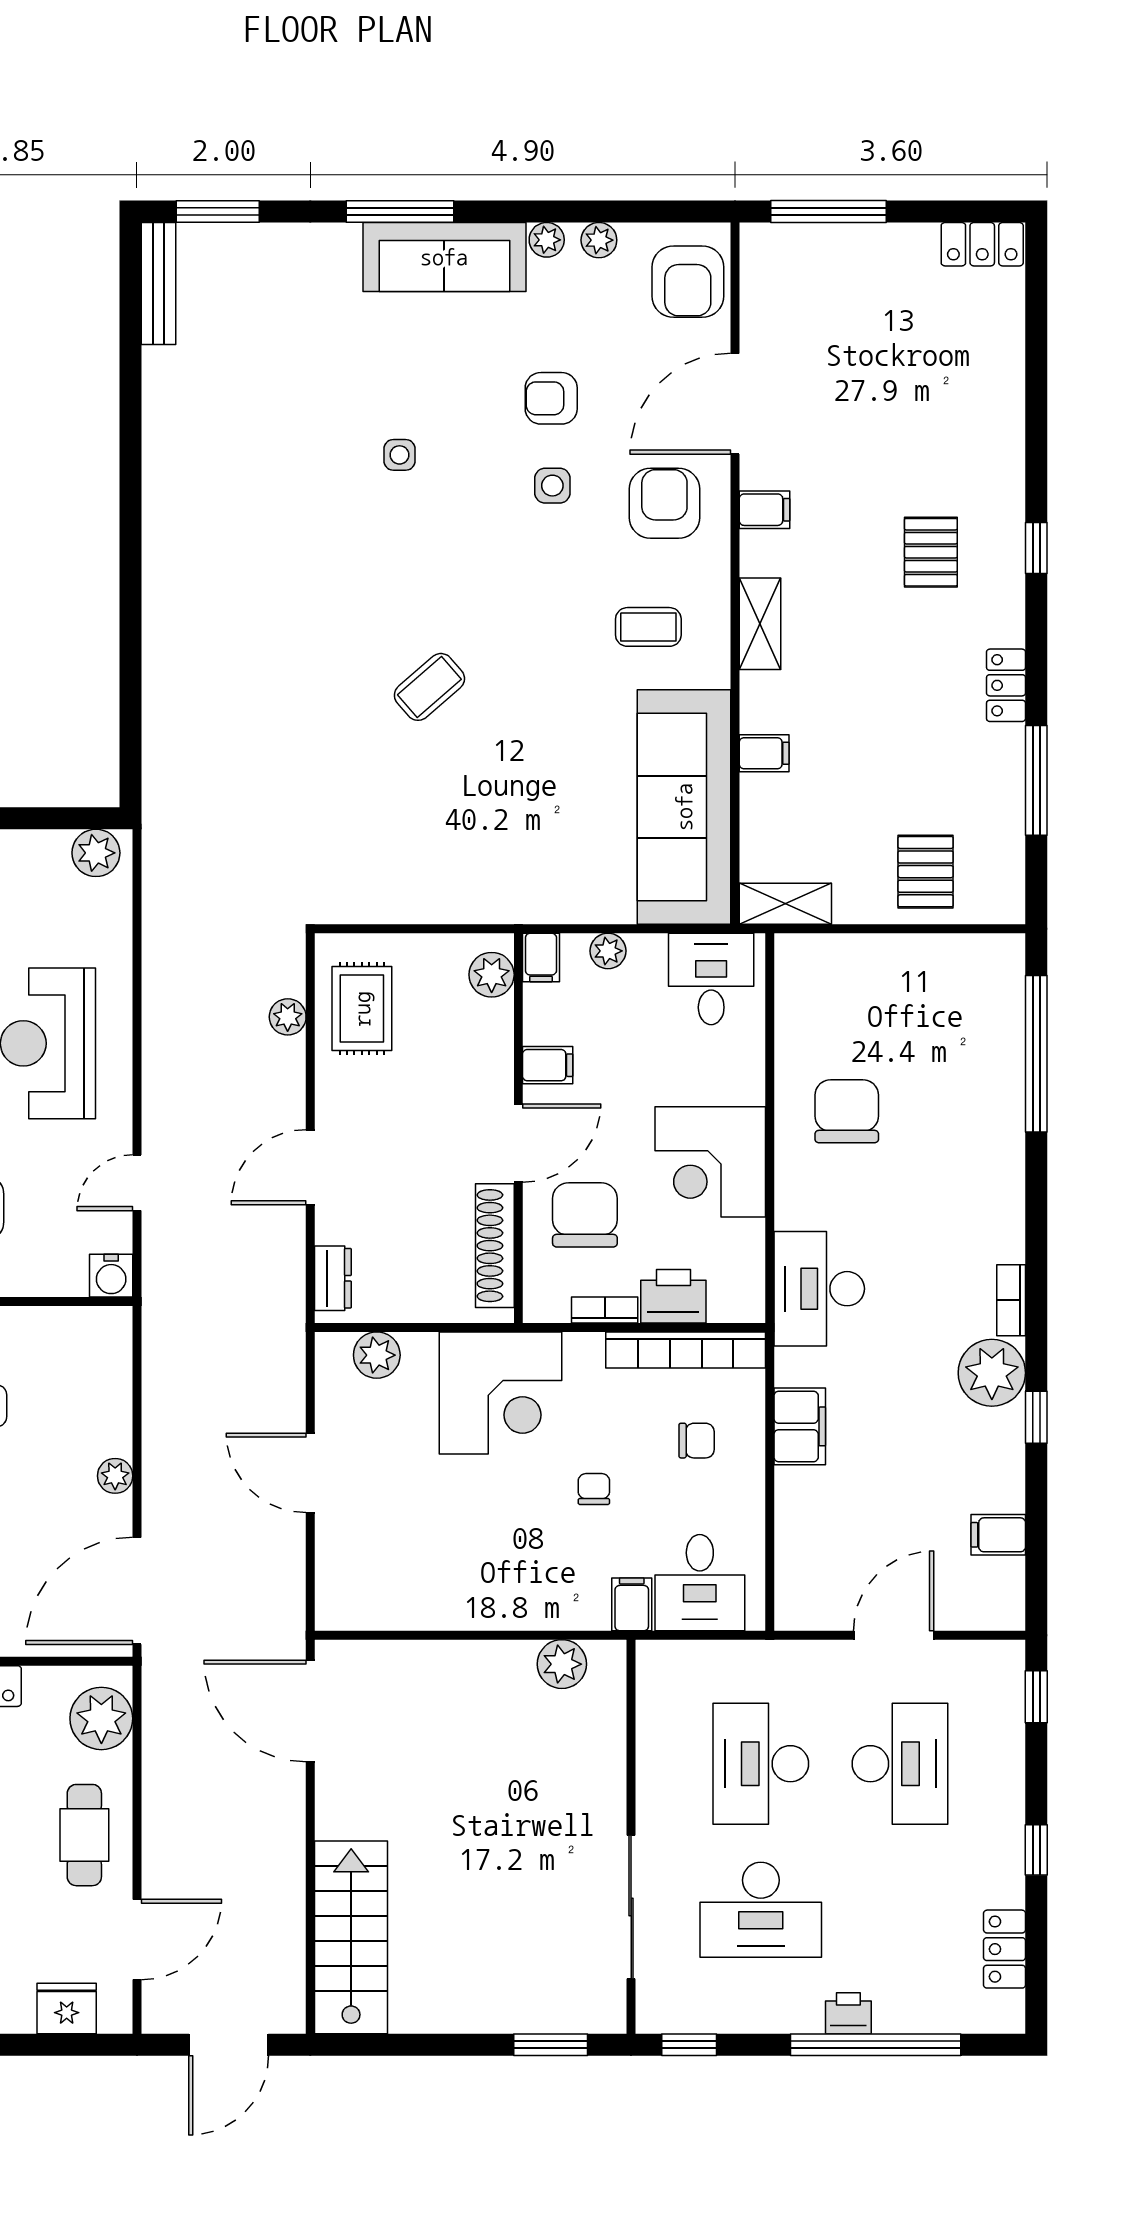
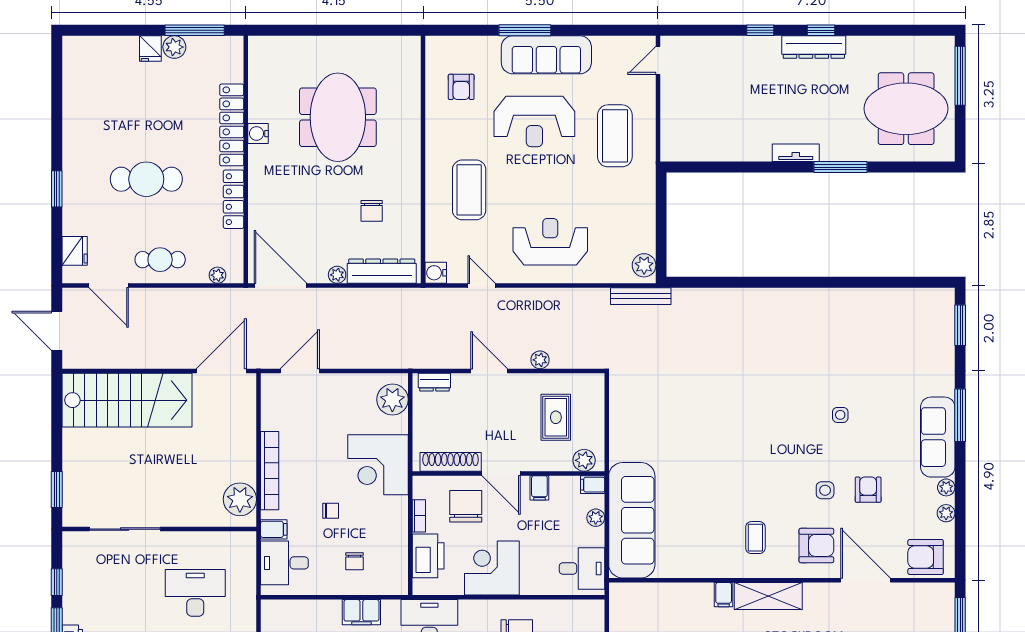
bench: (158, 283) -> (641, 296), moved
filing cabinet: (764, 510) -> (813, 595), removed
shelving: (760, 624) -> (768, 596), width x1.50, depth x1.33
coffee table: (429, 687) -> (726, 430), removed
filing cabinet: (764, 753) -> (724, 595), moved
sofa: (684, 807) -> (632, 520), moved, turned 90
shelving: (785, 904) -> (619, 605), removed
rug: (362, 1009) -> (556, 417), moved, turned 90
plant: (288, 1017) -> (540, 360), moved
chair: (585, 1215) -> (466, 506), turned -90
printer: (673, 1296) -> (428, 556), width x1.37, depth x1.19
bookcase: (686, 1350) -> (270, 471), moved, turned 180
plant: (377, 1355) -> (392, 400), width x1.36, depth x1.36
dresser: (108, 1385) -> (382, 271), added
door: (310, 1473) -> (300, 371), moved
plant: (562, 1664) -> (240, 499), width x1.36, depth x1.36
plant: (101, 1718) -> (218, 275), width x0.53, depth x0.53
desk: (761, 1910) -> (123, 593), removed
stairs: (351, 1937) -> (127, 400), width x1.36, depth x1.51
window: (689, 2045) -> (57, 582), moved

